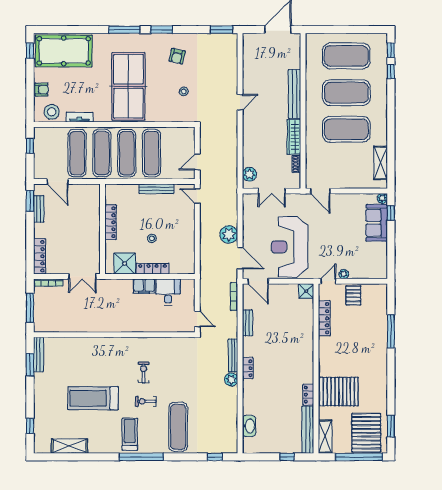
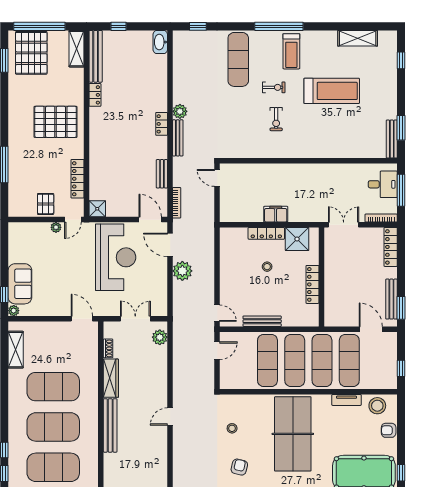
bench: (39, 209) -> (391, 299), width x1.36
desk: (168, 292) -> (383, 184), moved, turned -90
pallet: (339, 392) -> (56, 122), moved
washbasin: (249, 426) -> (160, 42), moved

